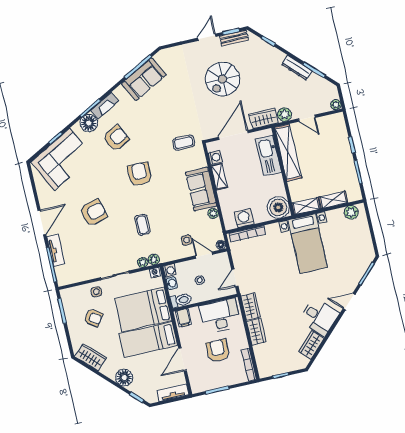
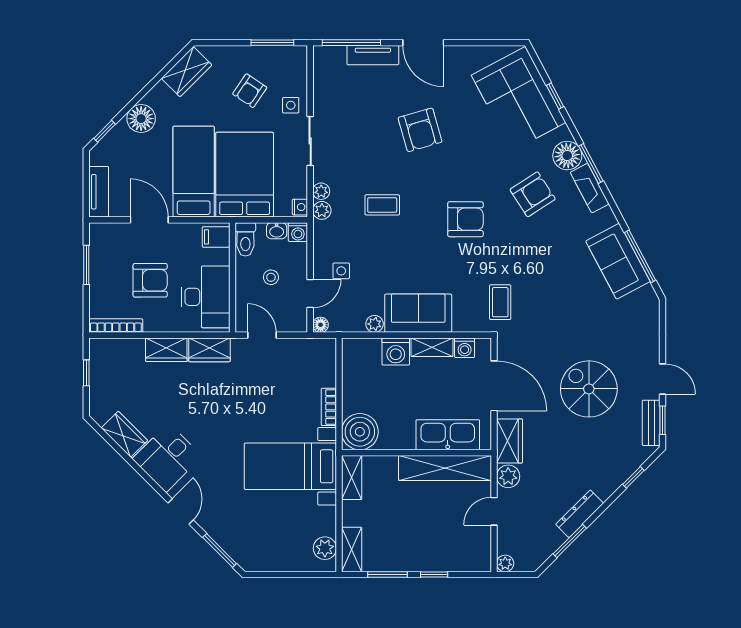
armchair: (116, 138) -> (533, 194), turned -96
shelving: (333, 200) -> (352, 550), moved
washing machine: (244, 218) -> (396, 351), moved, turned 90
bookcase: (247, 234) -> (329, 407), moved, width x0.64

